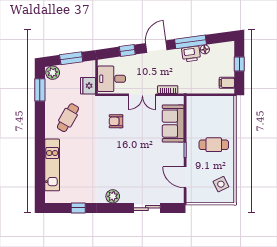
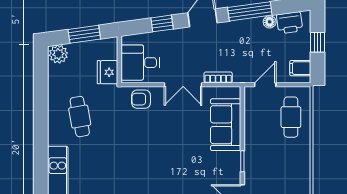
printer: (191, 54) -> (290, 23), moved
window: (40, 90) -> (41, 78), removed
door: (202, 95) -> (265, 85), added
cafe table: (68, 118) -> (80, 117), turned -40
armchair: (116, 121) -> (141, 99), moved
cafe table: (214, 145) -> (291, 117), moved, turned 90

